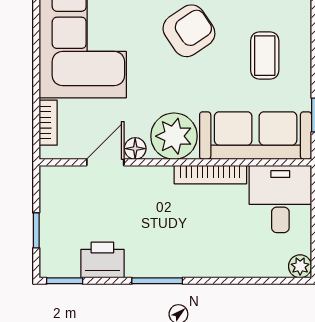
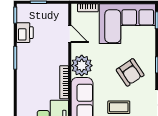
floor lamp: (135, 149) -> (76, 48), removed

